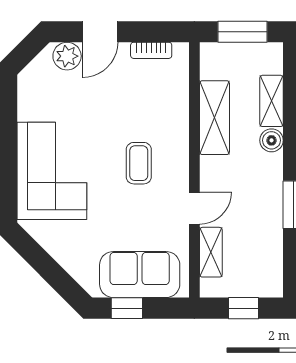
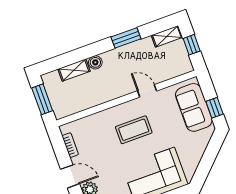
shelving: (214, 118) -> (94, 98), removed
coffee table: (139, 163) -> (134, 130), width x1.36, depth x1.30
shelving: (211, 252) -> (167, 36), moved

